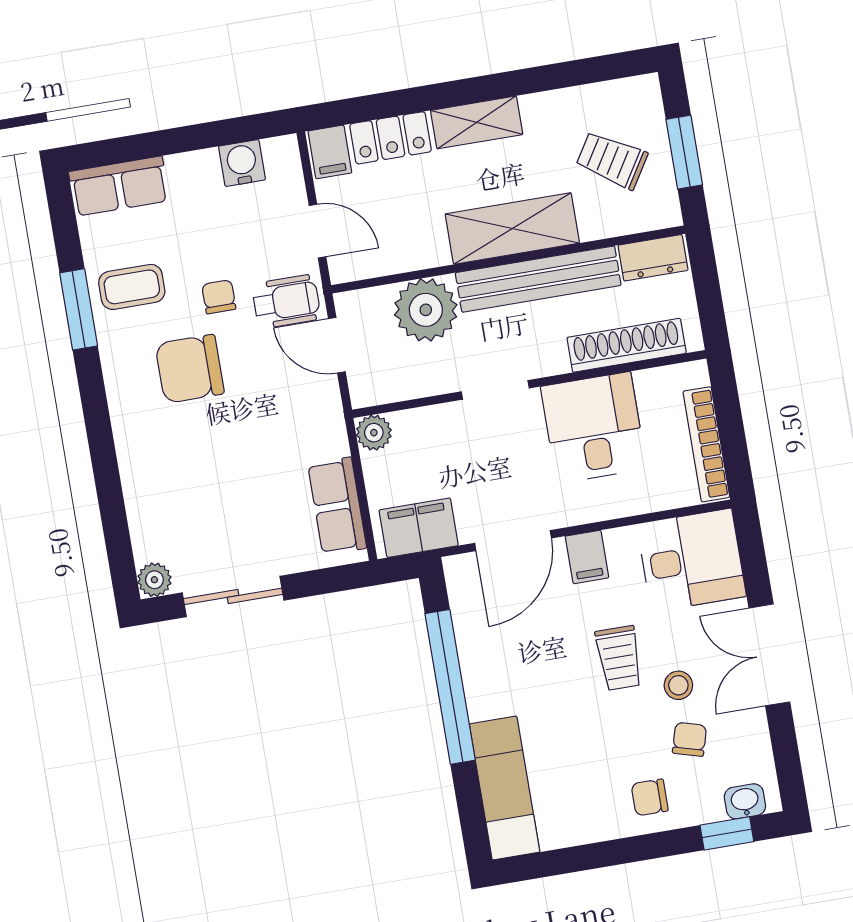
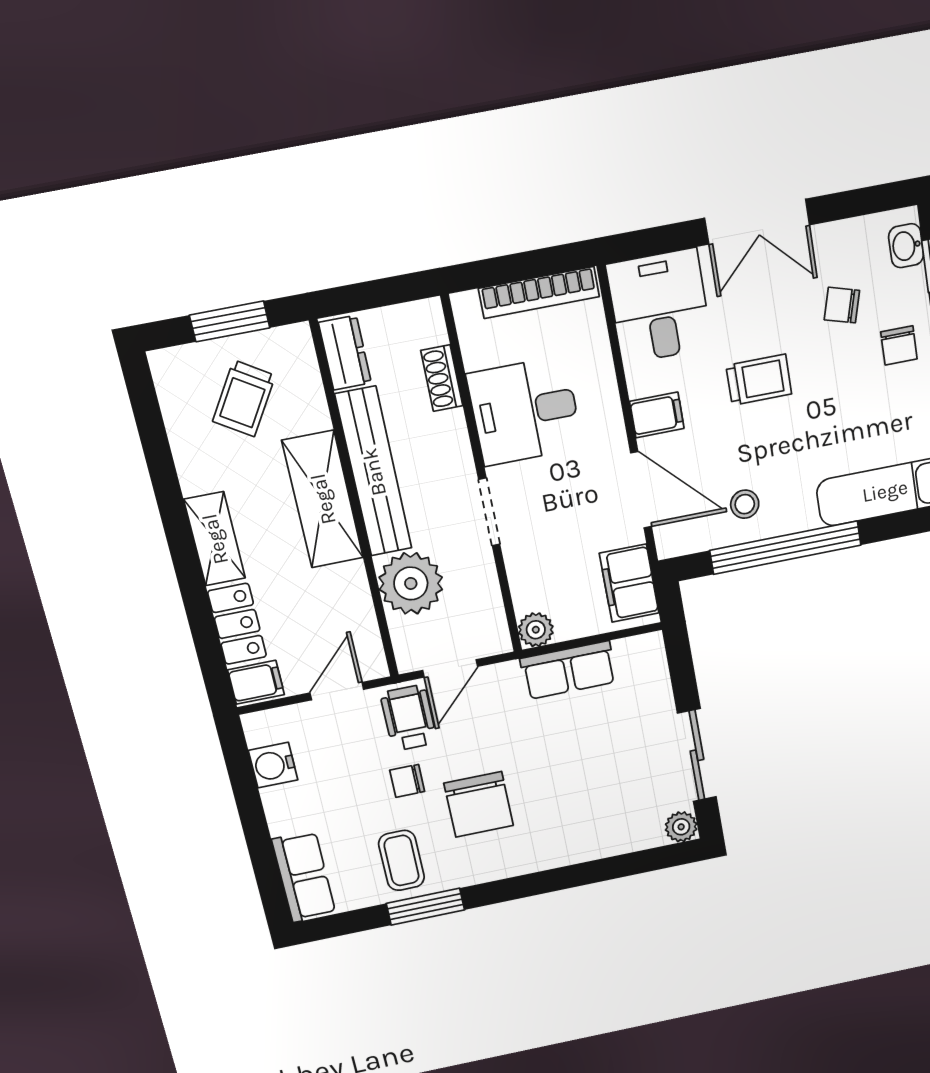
shoe rack: (627, 345) -> (442, 378), width x0.51, depth x0.81
row of seats: (337, 506) -> (569, 670), moved
stool: (678, 685) -> (745, 504), moved

